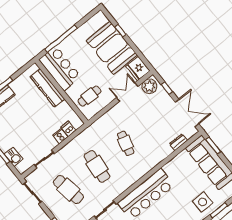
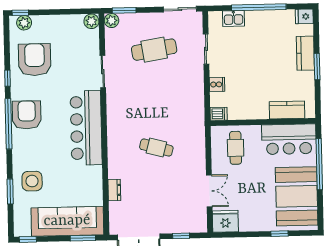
booth: (112, 48) -> (297, 196), moved, turned 90
plant: (149, 86) -> (197, 219), removed
kitchen counter: (47, 88) -> (287, 110), width x0.67
dishwasher: (68, 129) -> (219, 114), moved
dresser: (178, 142) -> (114, 190), moved
cafe table: (97, 166) -> (155, 99), removed

